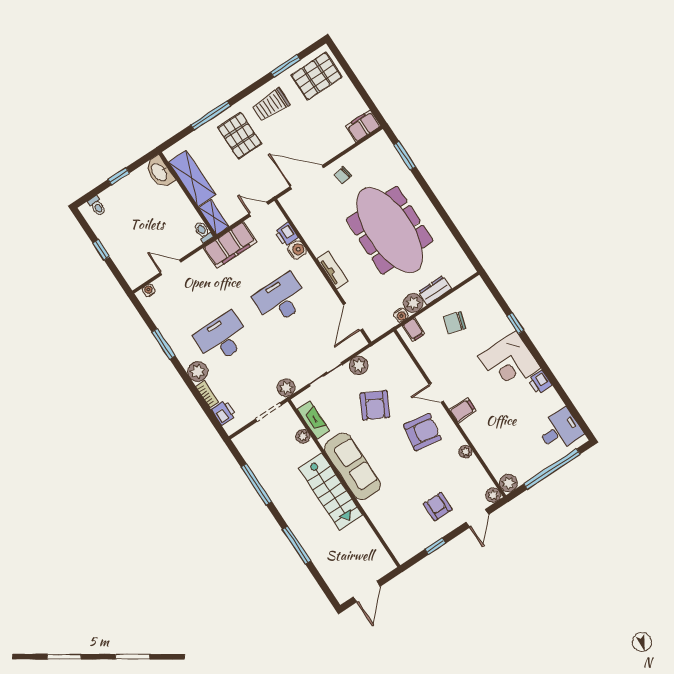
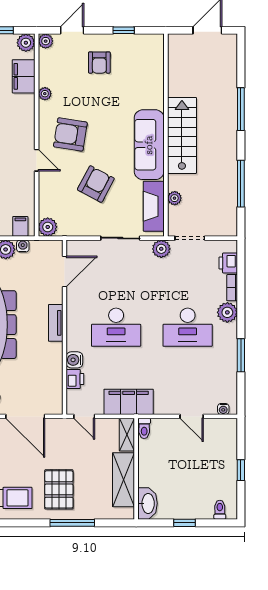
plant: (359, 365) -> (48, 227), moved
filing cabinet: (463, 410) -> (24, 76), moved, width x2.00
fireplace: (313, 420) -> (154, 206), width x1.37, depth x1.32

